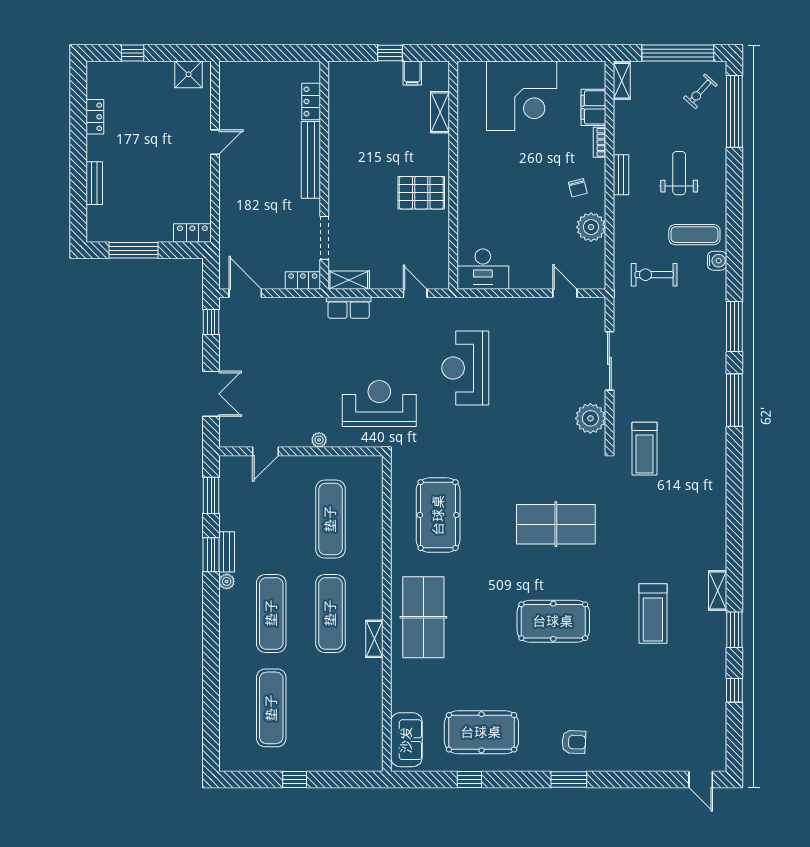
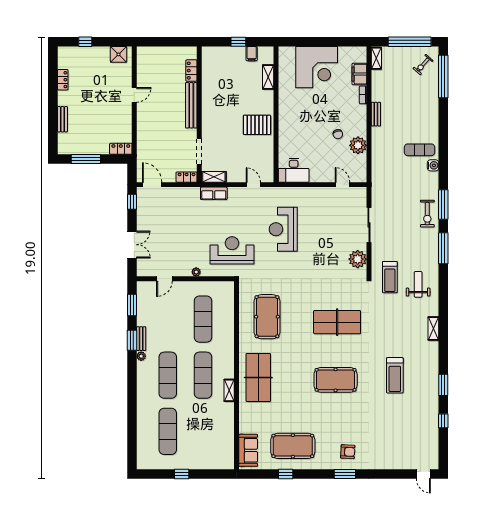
weight bench: (679, 173) -> (418, 284), moved
chair: (578, 188) -> (338, 134), moved
exercise bike: (654, 275) -> (427, 214), moved, turned -90
shelving: (718, 590) -> (433, 328), moved

